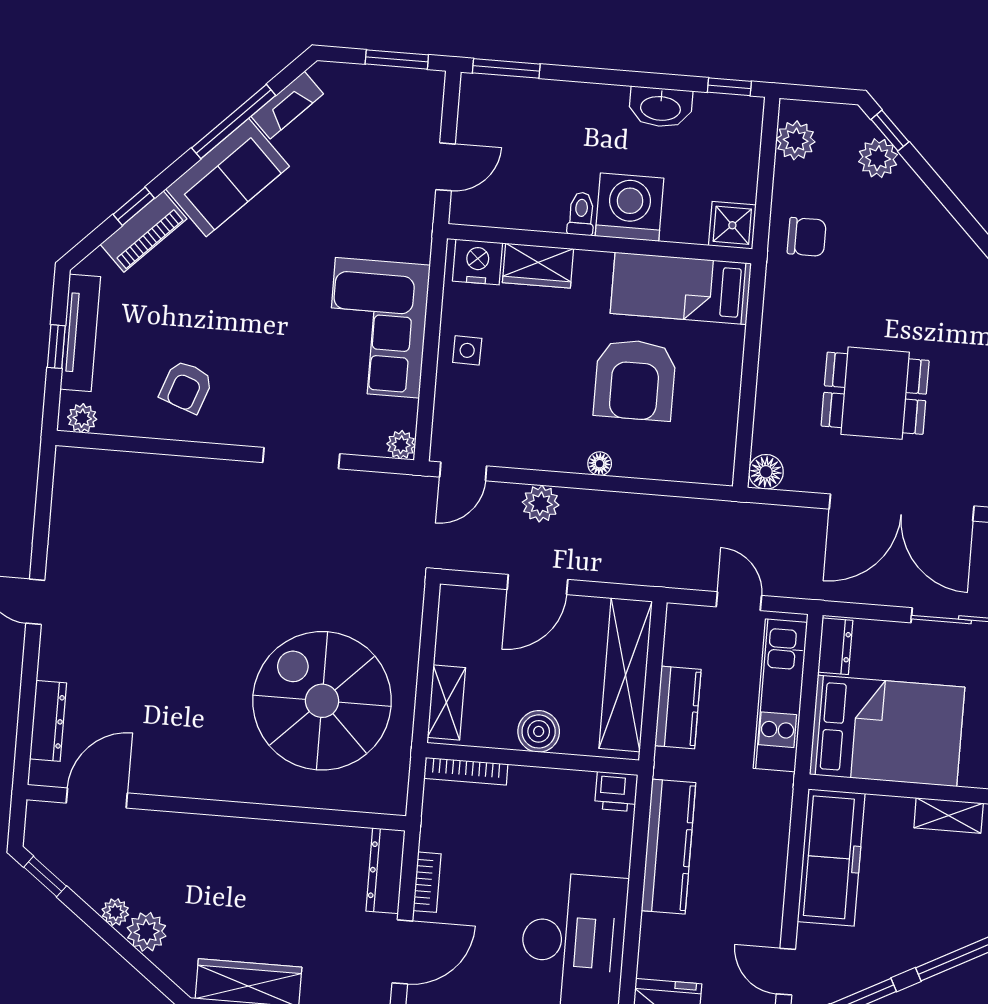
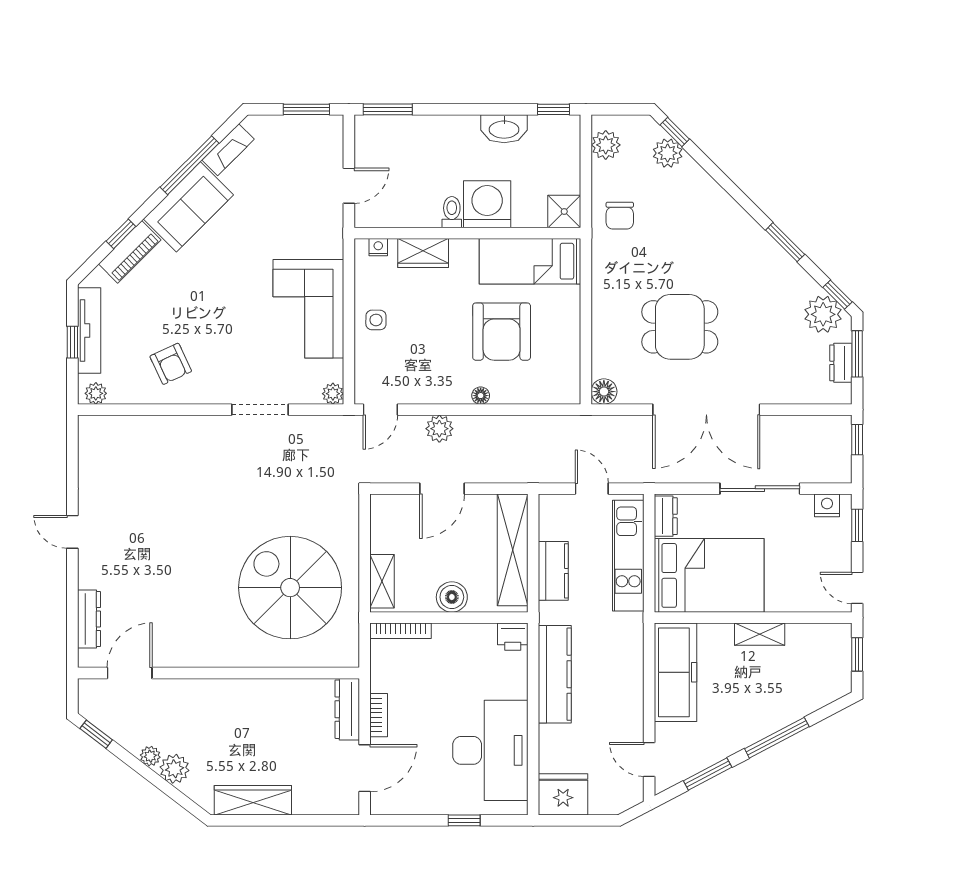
chair: (807, 237) -> (620, 216), turned 90
nightstand: (478, 262) -> (378, 247), width x0.53, depth x0.56
armchair: (186, 387) -> (171, 364), turned -45

